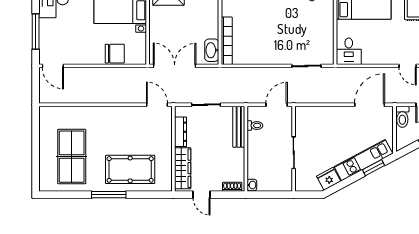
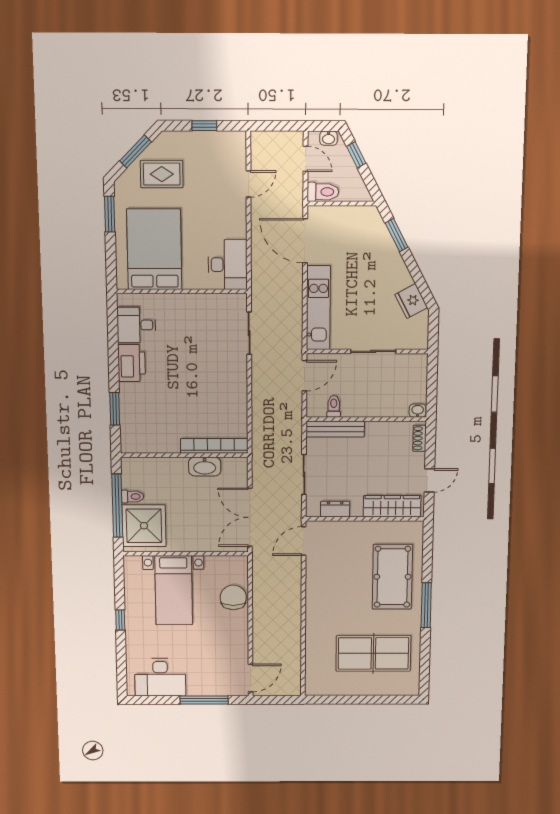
washbasin: (212, 50) -> (205, 466), moved
desk: (349, 51) -> (228, 265), width x1.37
door: (277, 105) -> (304, 376), swing flipped
dresser: (181, 132) -> (335, 509), width x0.70
kitchen unit: (363, 160) -> (318, 308), moved, turned -152

